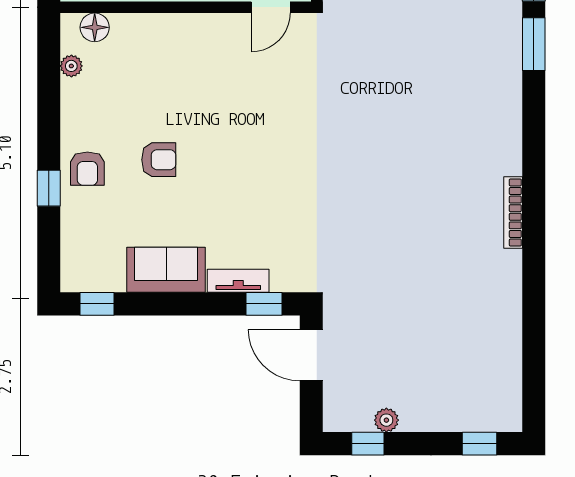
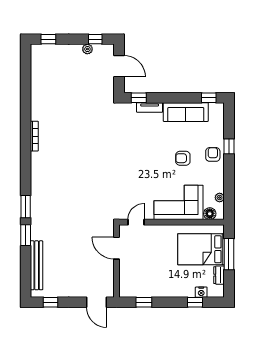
corner sofa: (169, 54) -> (178, 202), added
sofa: (166, 270) -> (186, 112), width x1.36
door: (311, 355) -> (119, 66), moved

